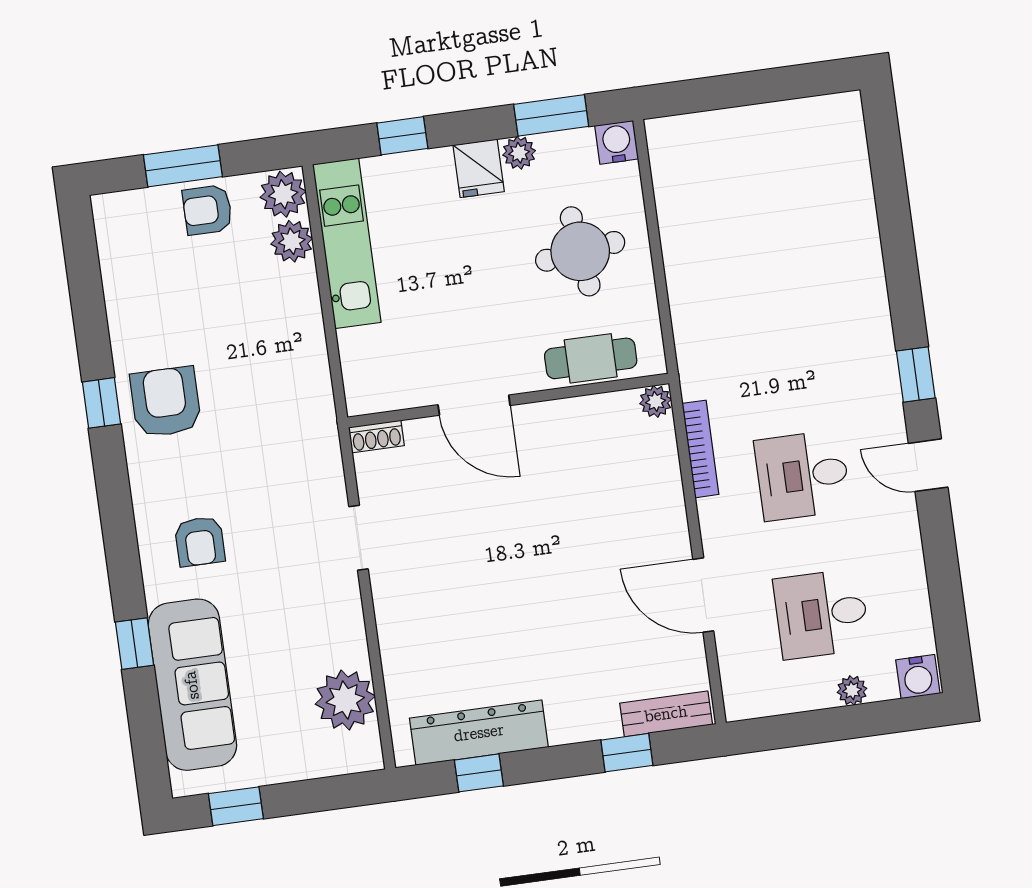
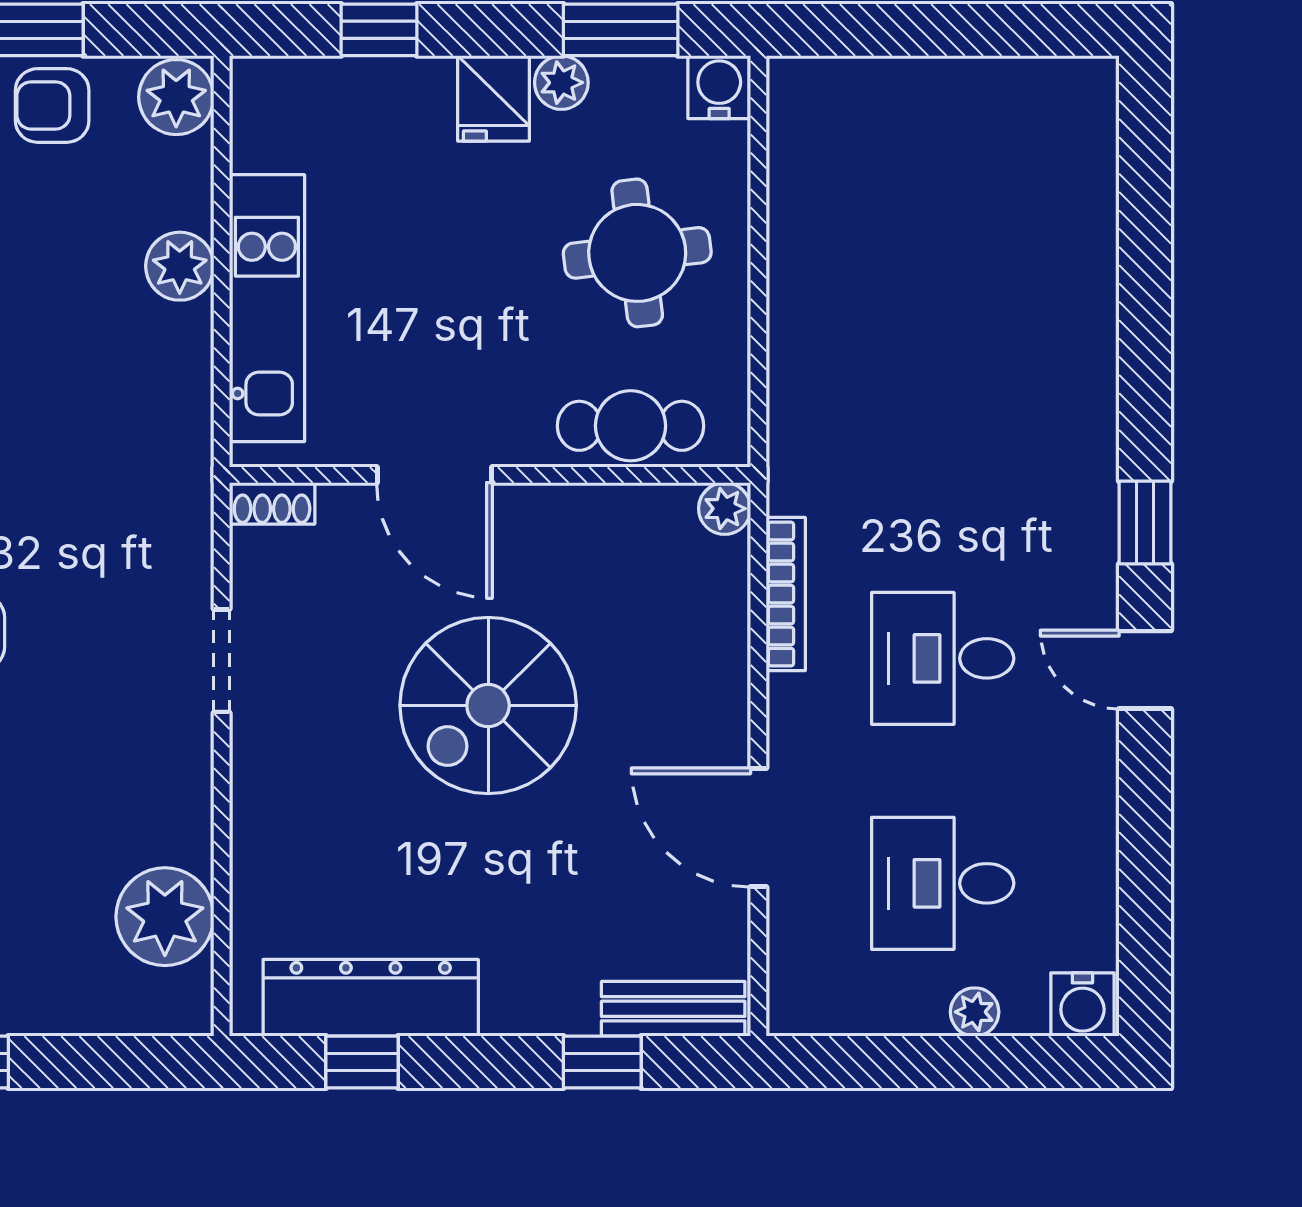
plant: (292, 241) -> (180, 266), moved
kitchen unit: (347, 243) -> (267, 308), moved
spiral stairs: (527, 543) -> (488, 705), added

